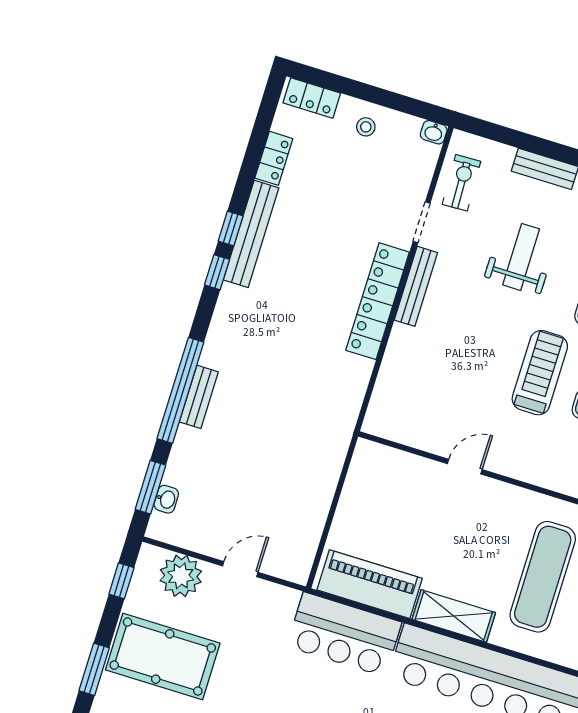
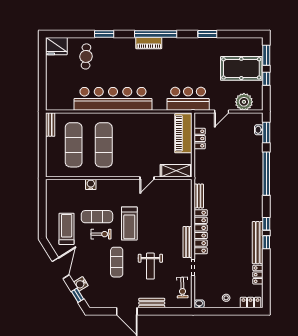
bench: (199, 397) -> (199, 196), moved
locker: (312, 522) -> (200, 139), added
window: (121, 581) -> (266, 79), moved
piano: (370, 584) -> (183, 133), moved, turned 90
shelving: (454, 616) -> (176, 171), moved
bar counter: (344, 634) -> (188, 99), moved

